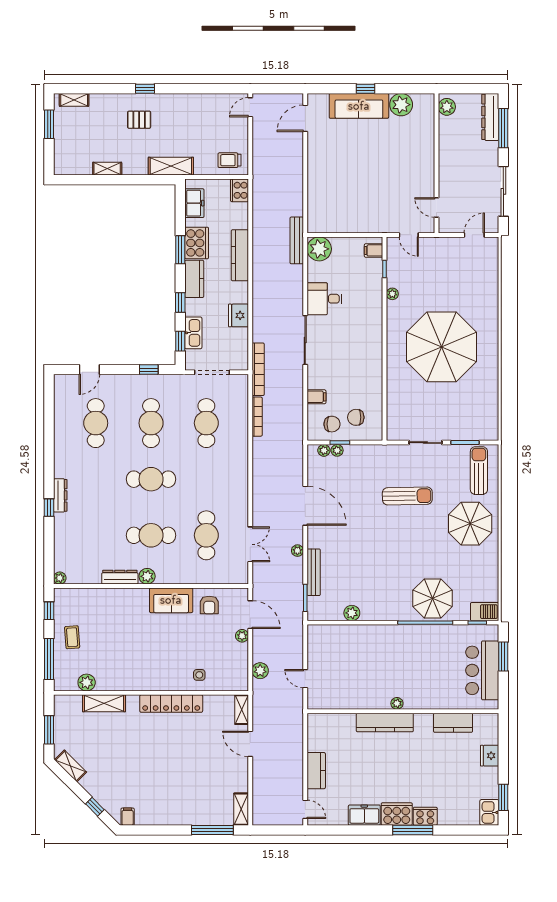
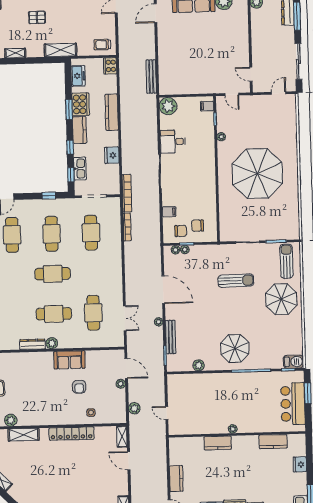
bench: (297, 240) -> (151, 76), moved
parasol: (433, 598) -> (235, 348), moved
armchair: (209, 605) -> (79, 387), moved
kitchen counter: (385, 722) -> (218, 443), width x0.67

